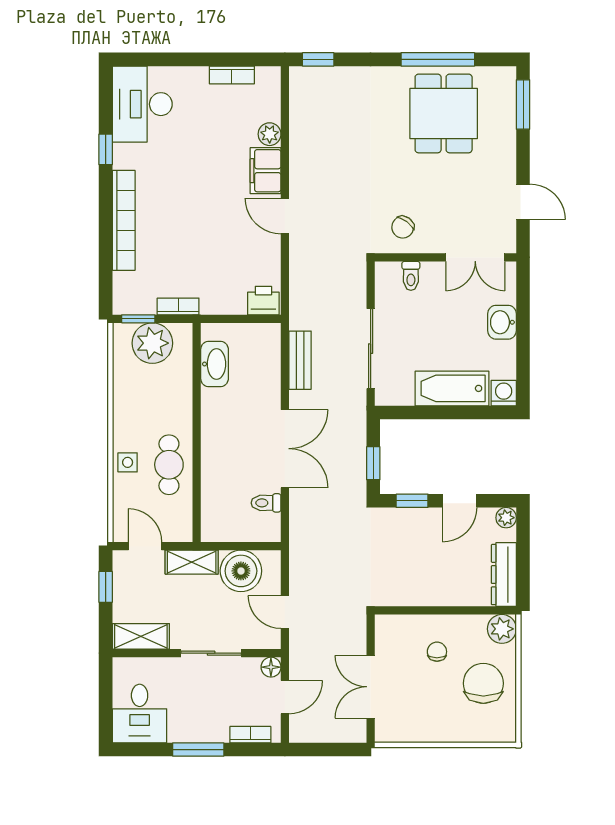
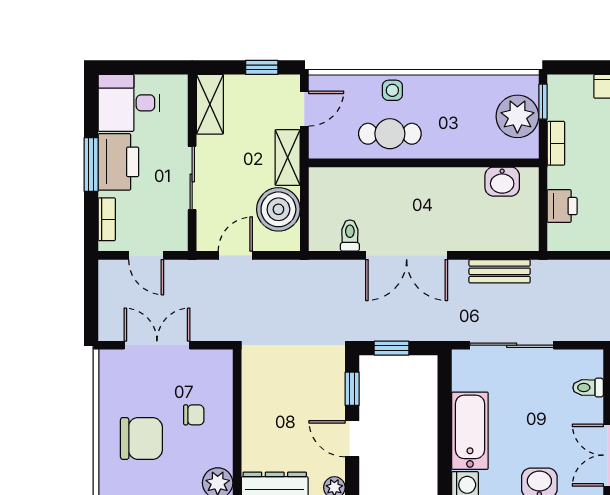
printer: (263, 301) -> (562, 206), moved
washbasin: (215, 364) -> (502, 182), width x0.72
floor lamp: (271, 667) -> (178, 241), removed
chair: (483, 683) -> (141, 438), moved
printer: (196, 724) -> (118, 162), added

